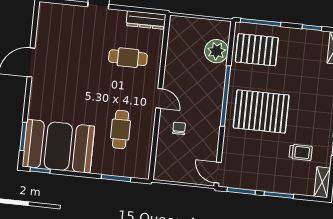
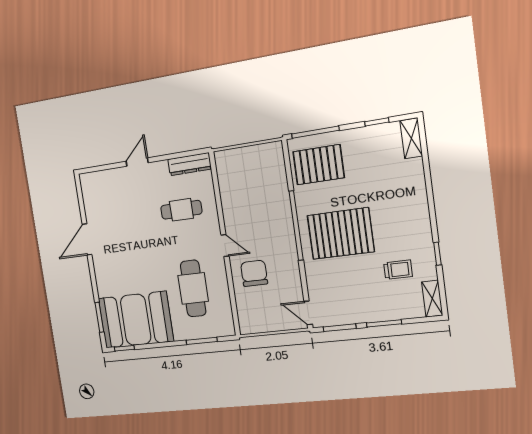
plant: (216, 51) -> (274, 178), removed
chair: (179, 128) -> (254, 273), width x1.87, depth x1.87
cafe table: (121, 130) -> (193, 288), width x1.37, depth x1.35

